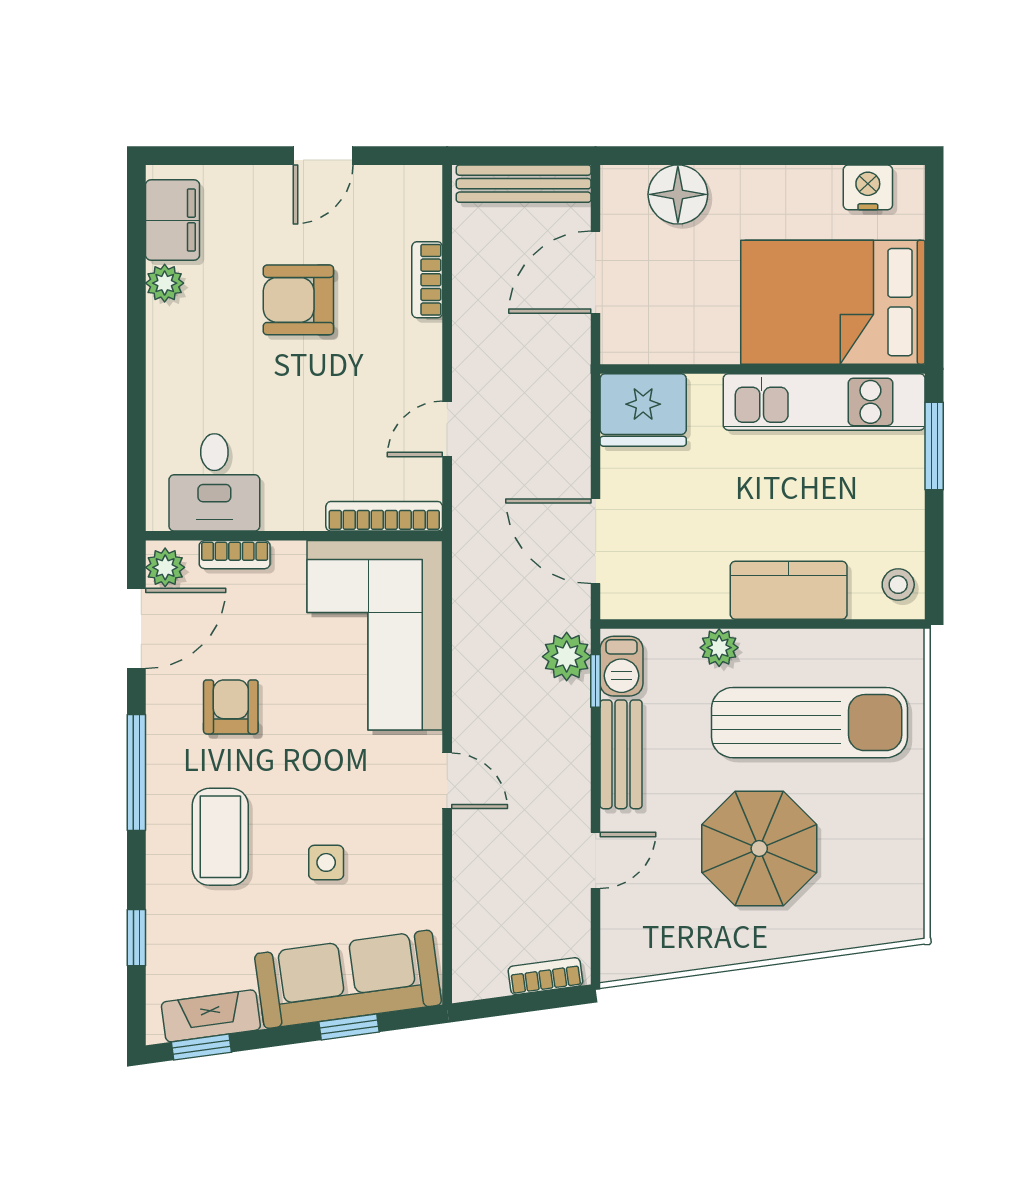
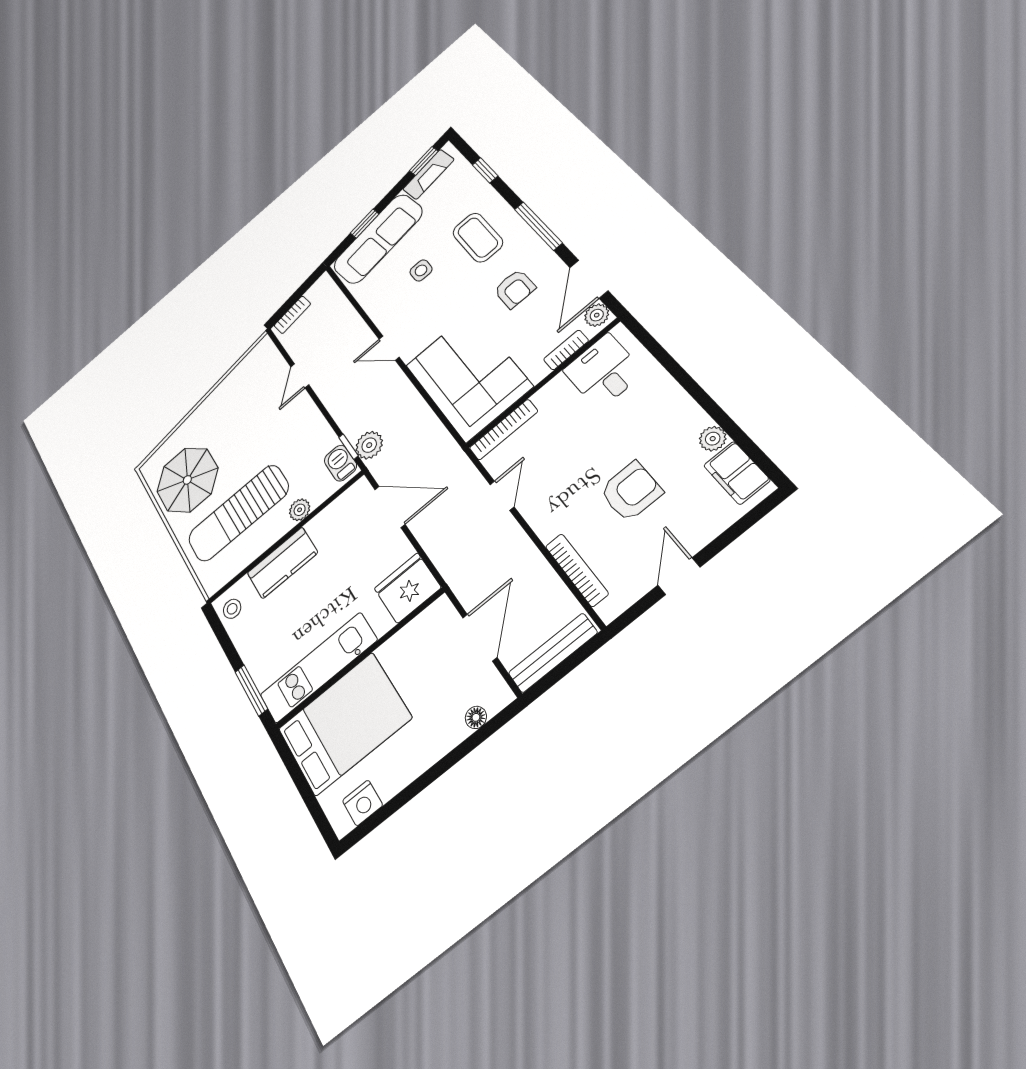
floor lamp: (678, 194) -> (476, 717), width x0.53, depth x0.53
bookcase: (427, 280) -> (577, 570), width x1.56
bench: (621, 754) -> (316, 427), removed
parasol: (759, 848) -> (187, 480), moved

